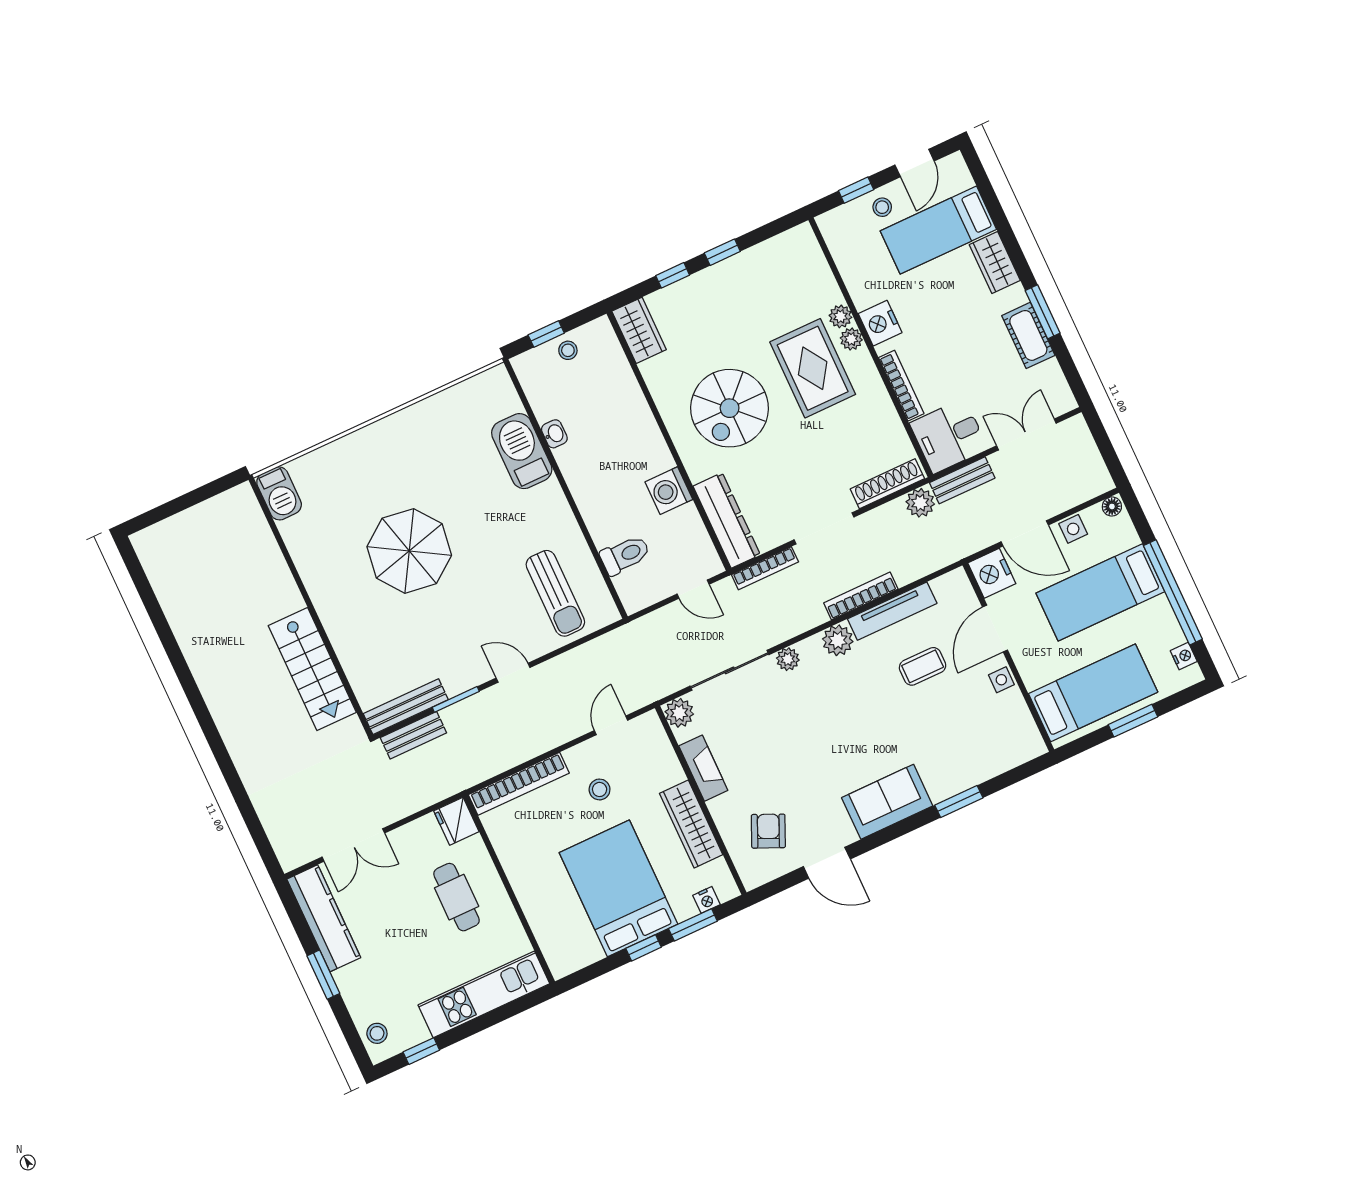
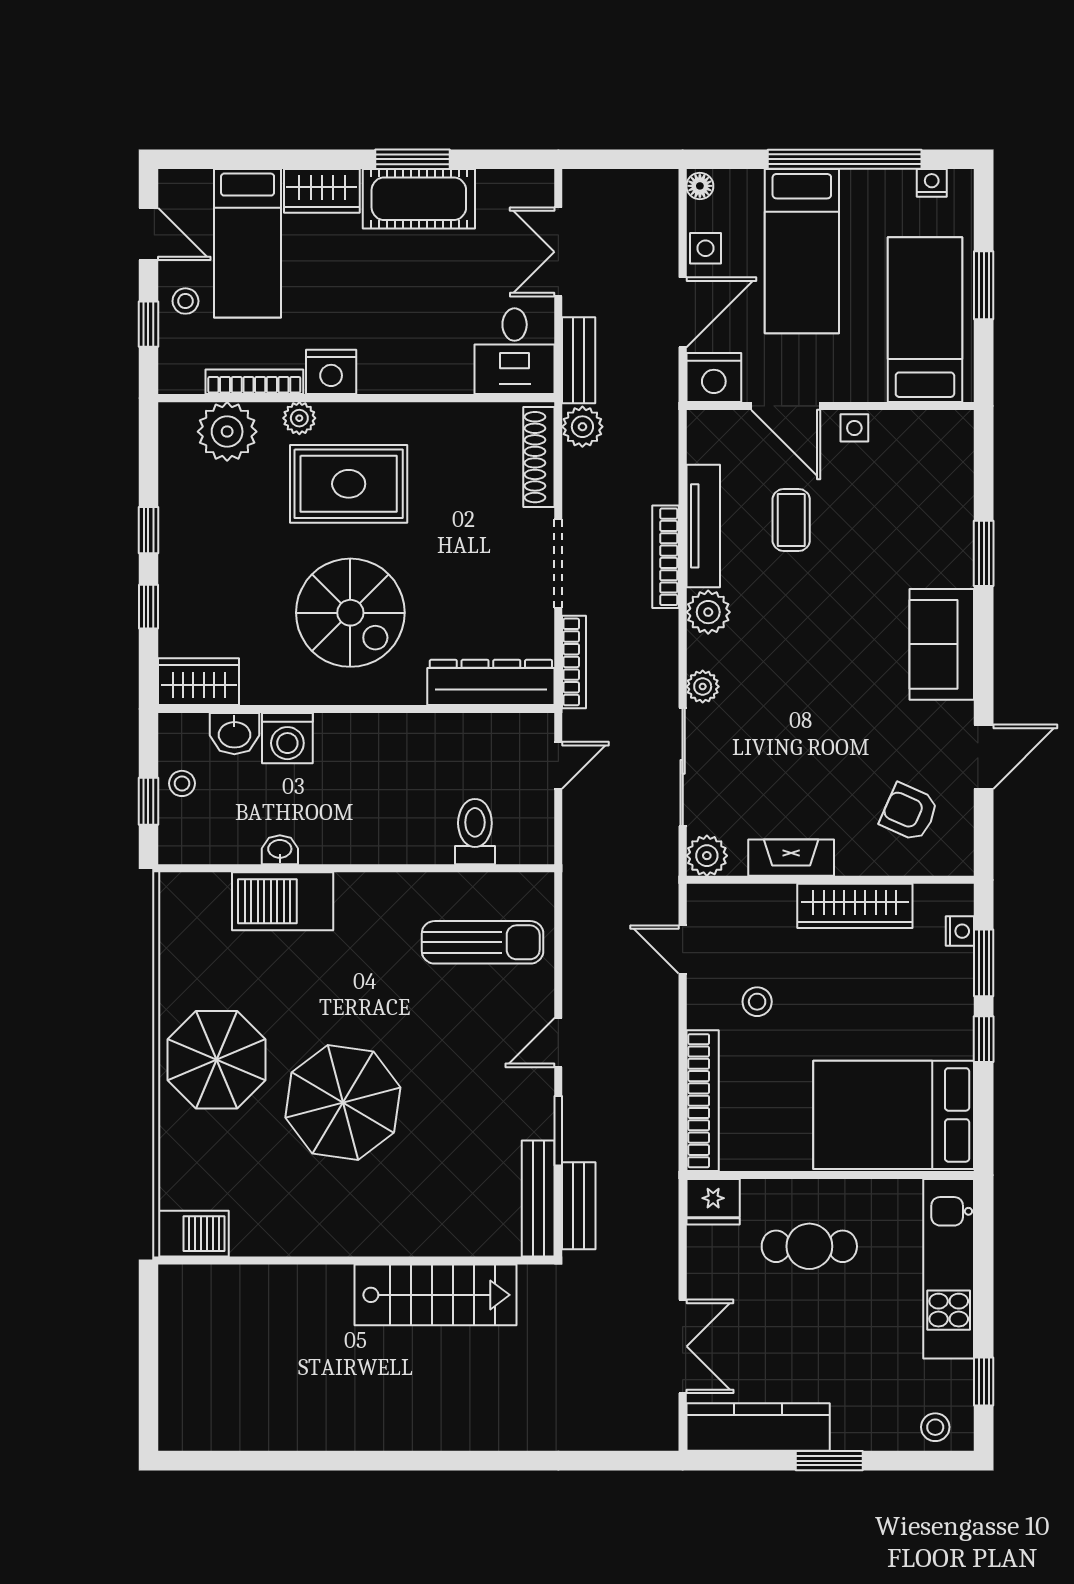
cot: (1028, 335) -> (419, 199), width x1.37, depth x1.34
plant: (851, 339) -> (227, 432), moved, width x1.88, depth x1.88
washbasin: (616, 369) -> (234, 734), added
bookcase: (901, 386) -> (254, 382), moved
parasol: (399, 456) -> (217, 1060), added
washing machine: (669, 491) -> (287, 738), moved
bed: (618, 888) -> (894, 1115), moved

